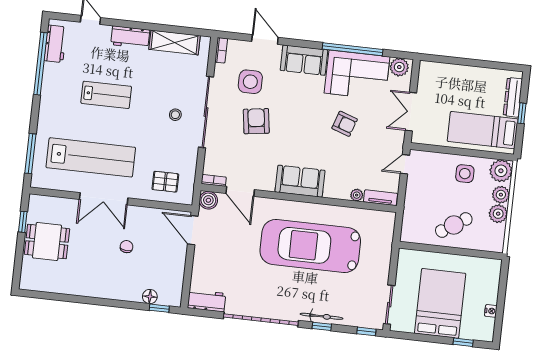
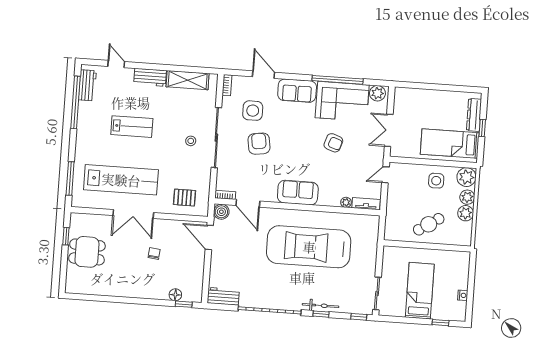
bed: (440, 303) -> (420, 291), width x0.67

